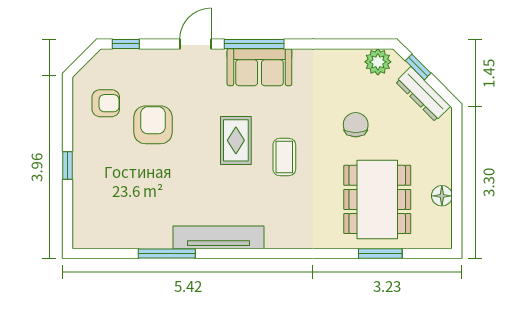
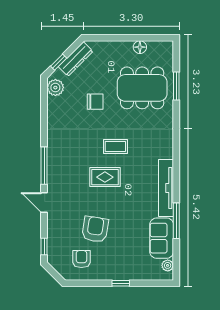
sofa: (259, 67) -> (162, 238), moved, turned 180
armchair: (153, 125) -> (95, 229), turned 99
chair: (356, 125) -> (95, 102), turned 180
plant: (96, 240) -> (168, 265), added

